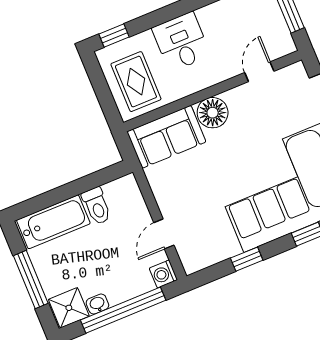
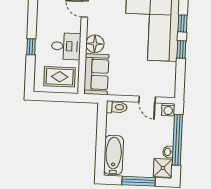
window: (114, 36) -> (31, 47), moved
desk: (181, 42) -> (66, 46), moved, turned 180
toilet: (97, 206) -> (117, 107), moved
window: (247, 259) -> (181, 49), moved

